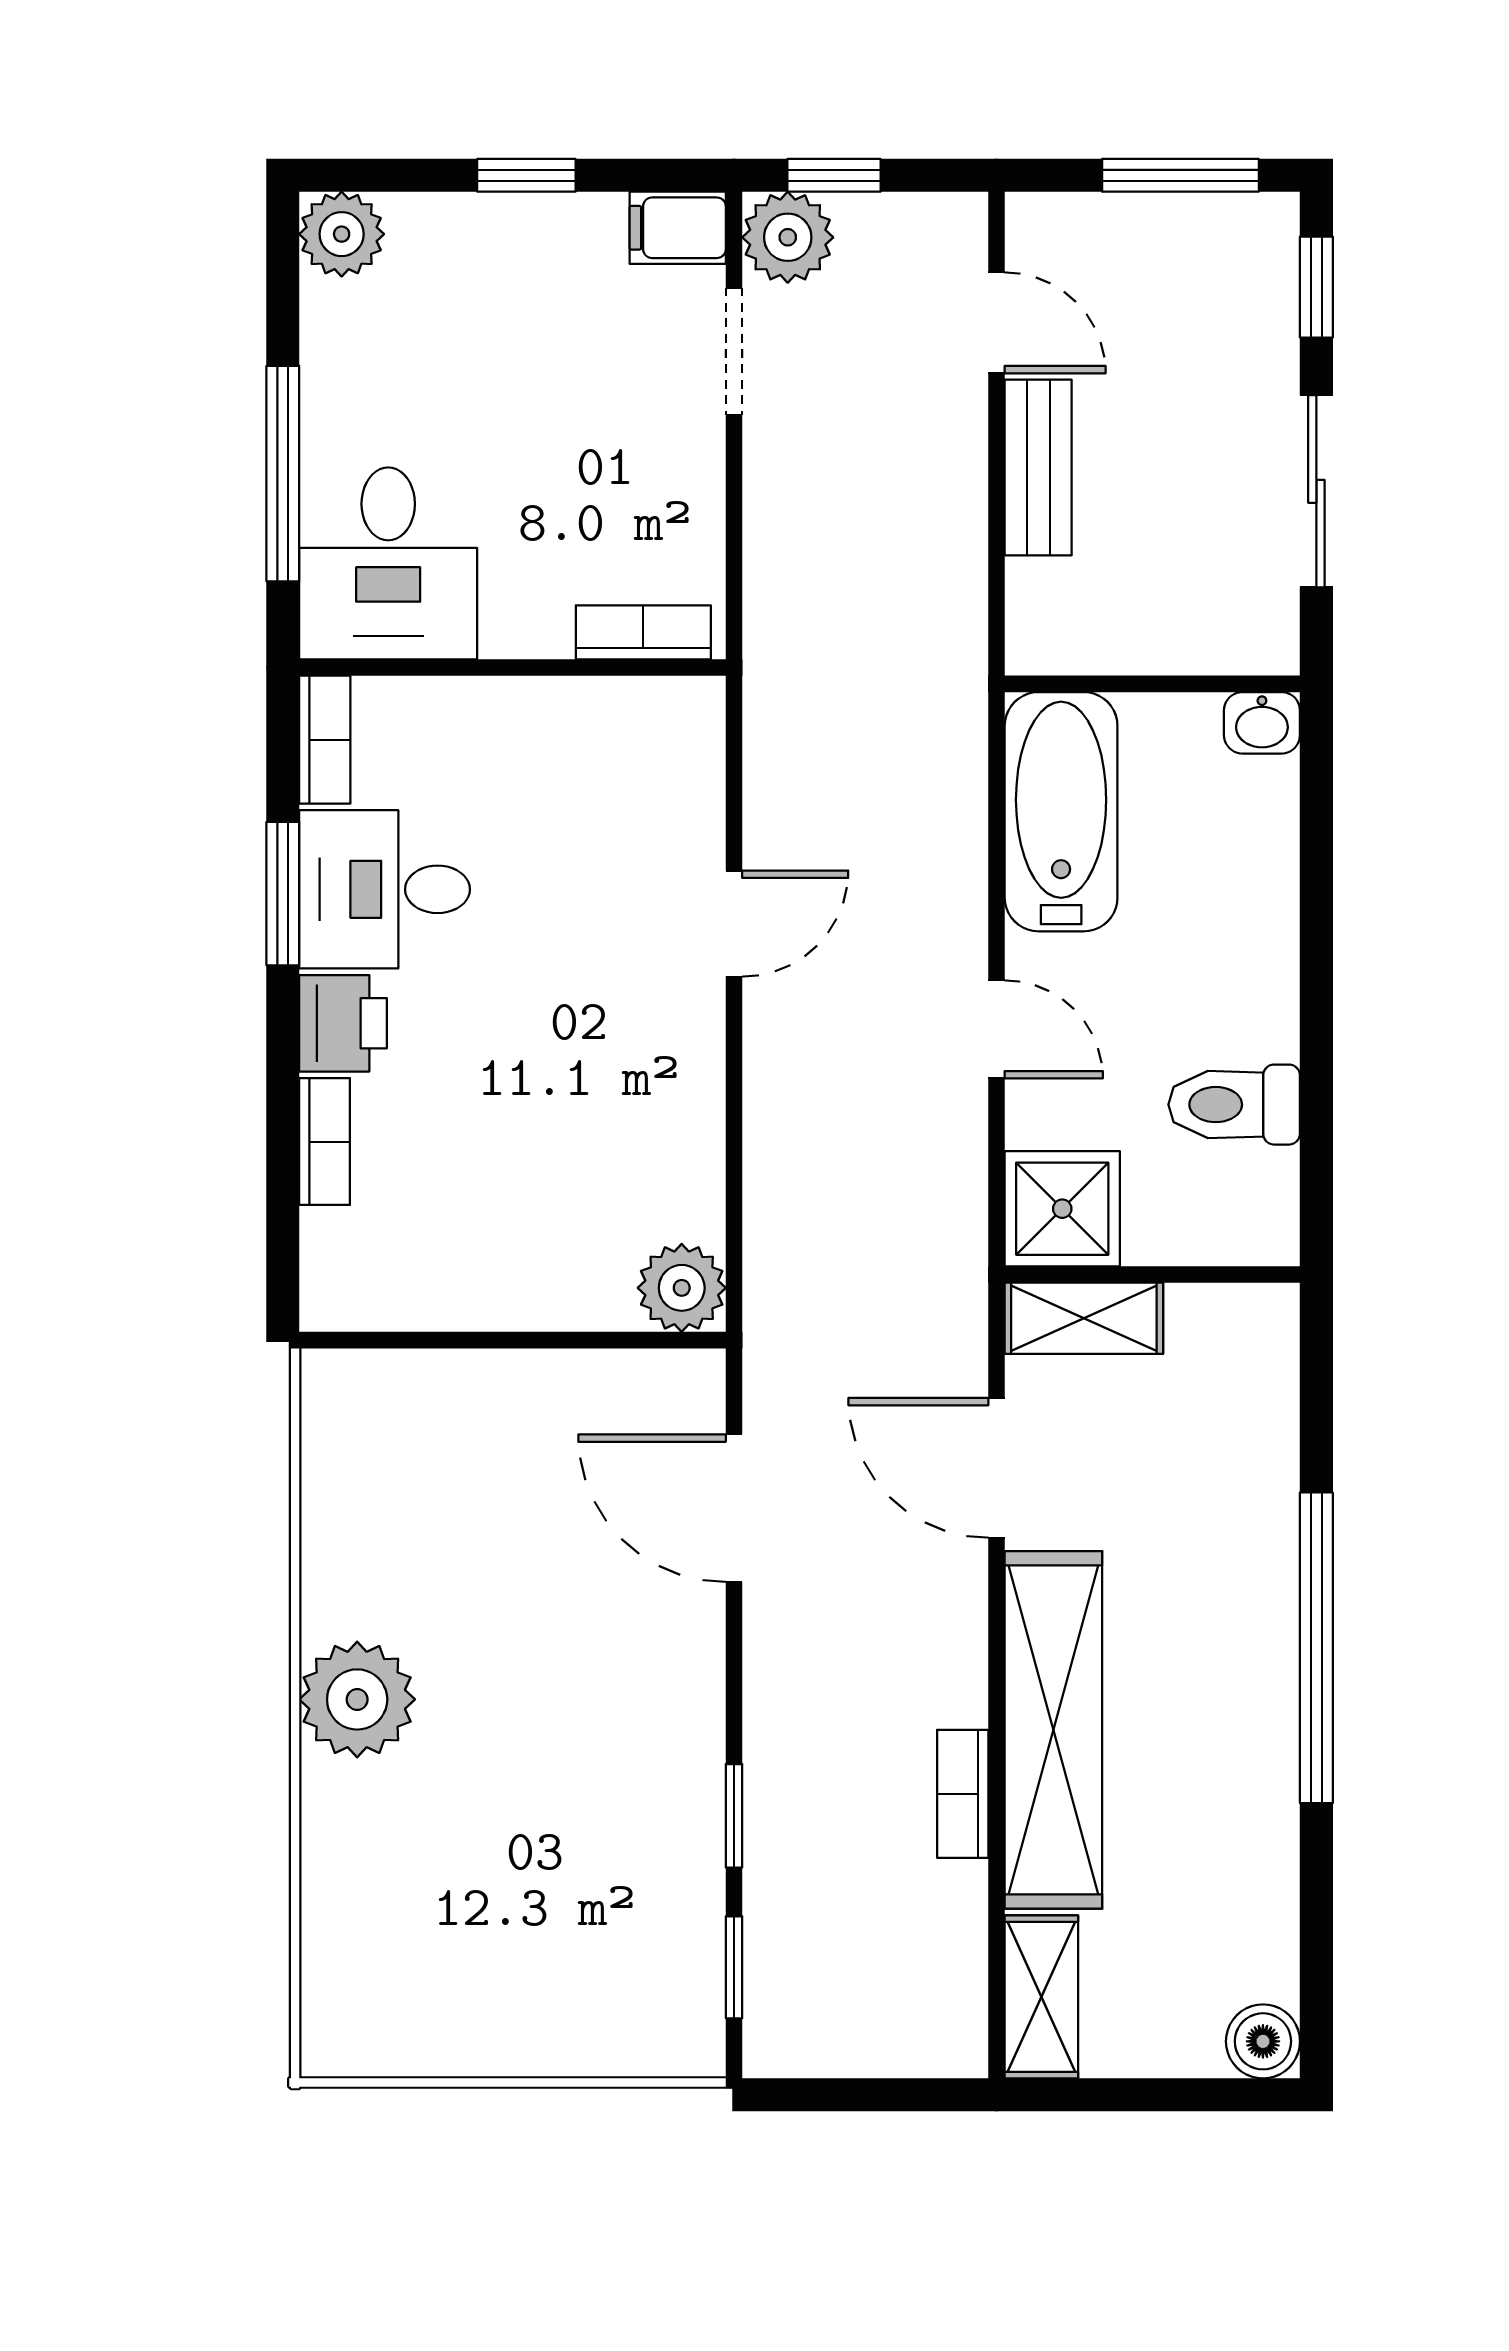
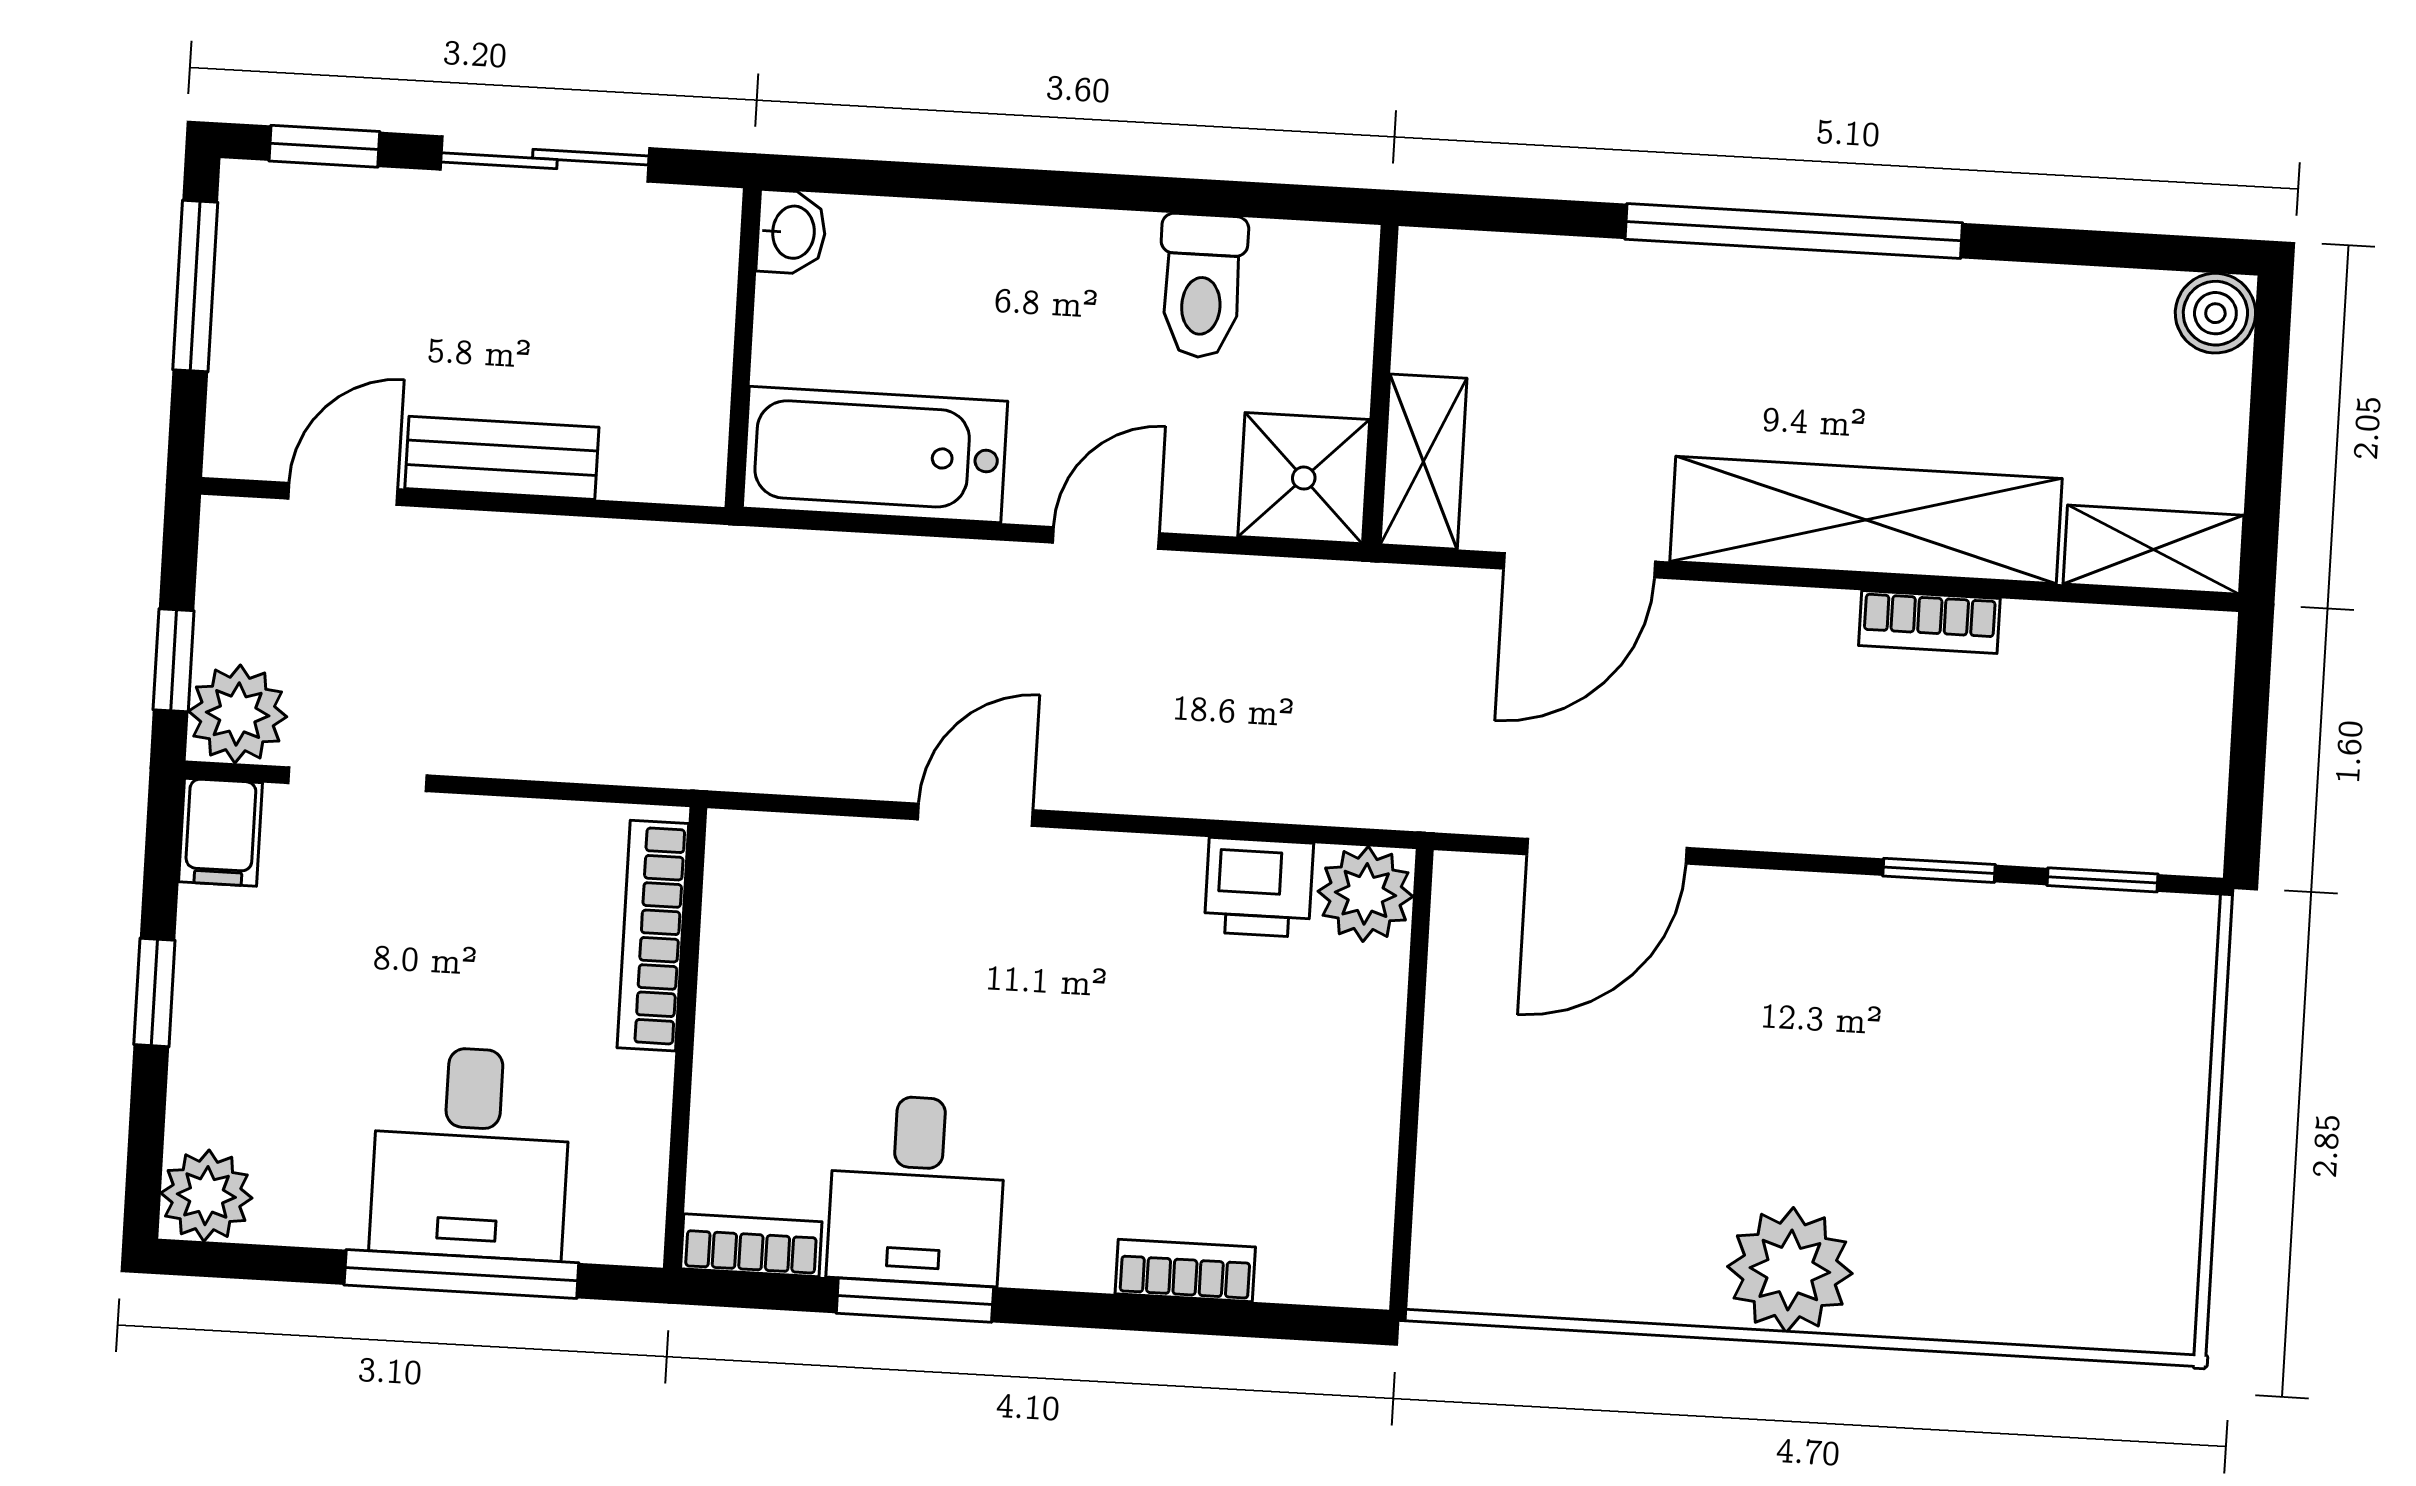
desk: (388, 563) -> (471, 1153), moved, turned 90
bookcase: (643, 632) -> (653, 936), width x1.56
door: (734, 924) -> (975, 815), hinge flipped
printer: (343, 1023) -> (1259, 888), moved, turned 180

